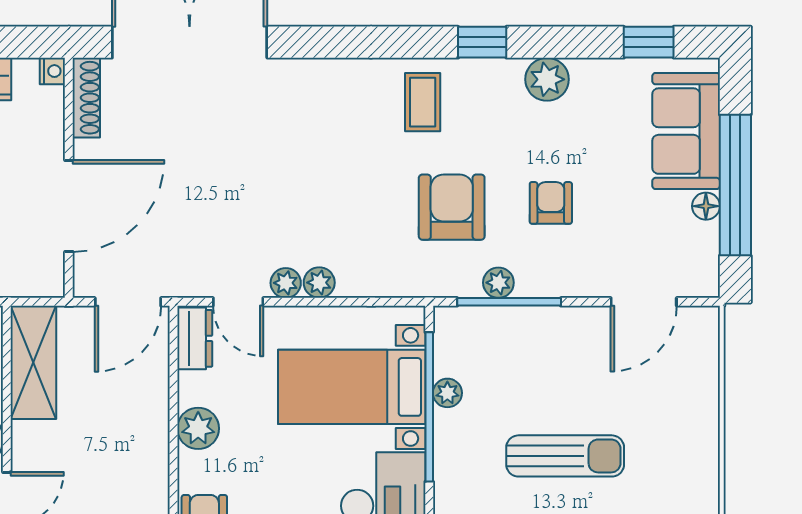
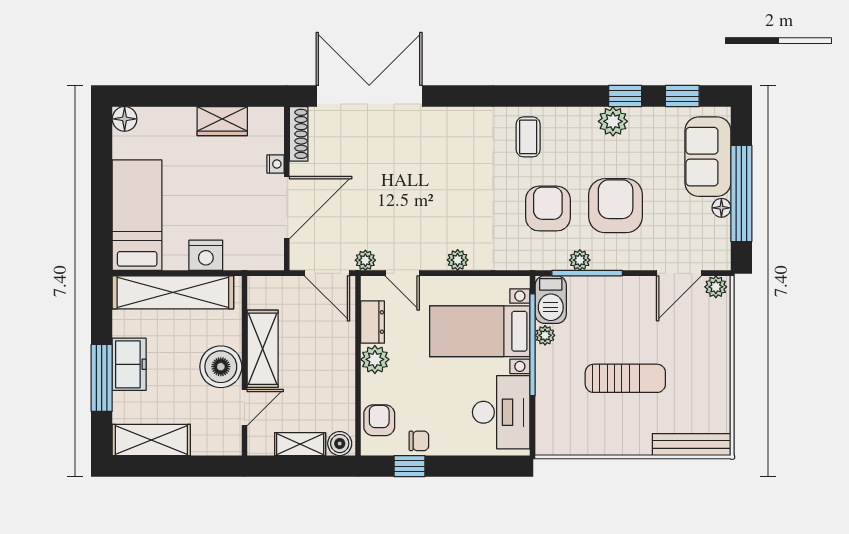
window: (482, 42) -> (625, 96), moved
nightstand: (52, 71) -> (275, 164), moved
armchair: (551, 203) -> (616, 206), width x1.88, depth x1.88
plant: (286, 283) -> (365, 260), moved
door: (128, 302) -> (327, 273), hinge flipped
plant: (698, 322) -> (716, 287), added
dresser: (195, 338) -> (373, 322), moved
barbecue: (456, 341) -> (551, 300), added
shelving: (33, 362) -> (263, 349), moved

